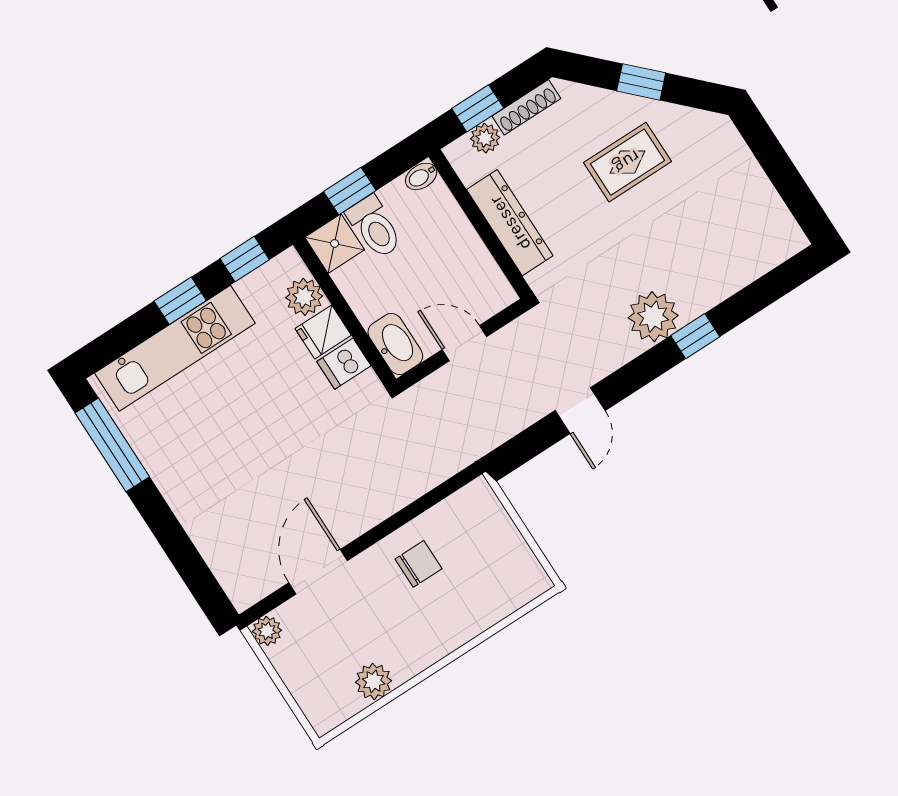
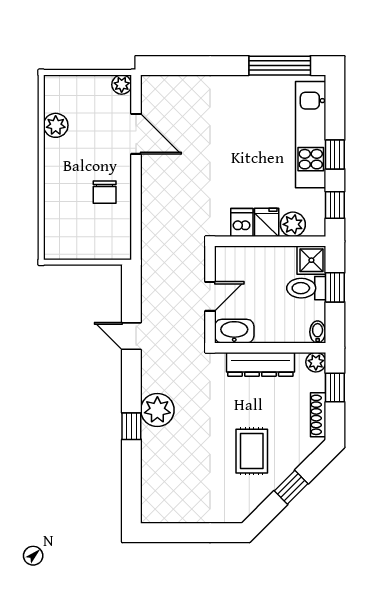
plant: (485, 138) -> (316, 362), moved
washbasin: (395, 344) -> (234, 331), moved, turned 180

